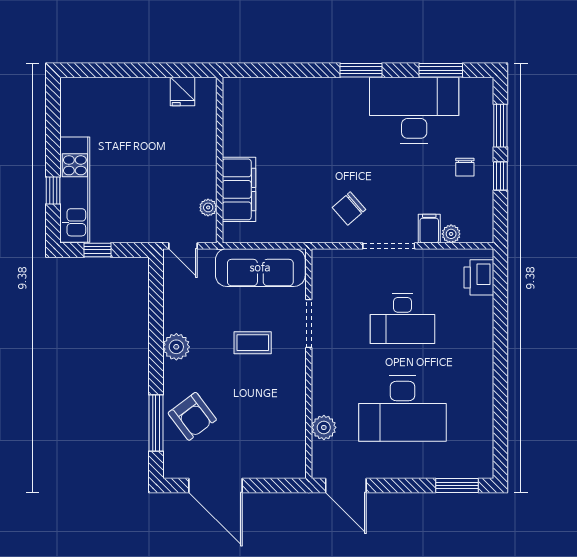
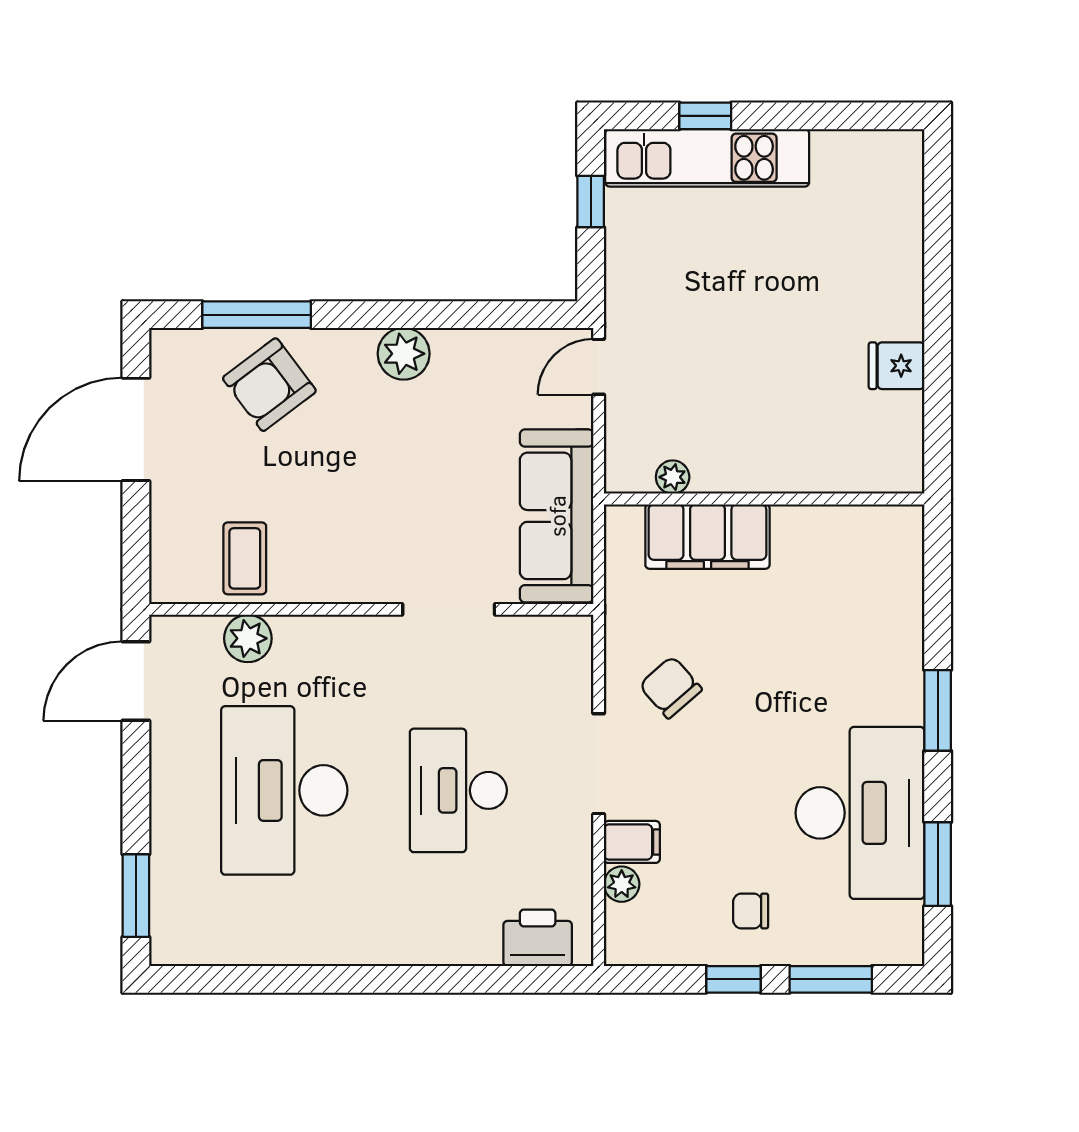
wall: (220, 160) -> (764, 499), moved
filing cabinet: (239, 189) -> (707, 537), moved
plant: (208, 207) -> (673, 477), moved
coffee table: (253, 343) -> (245, 558), moved

